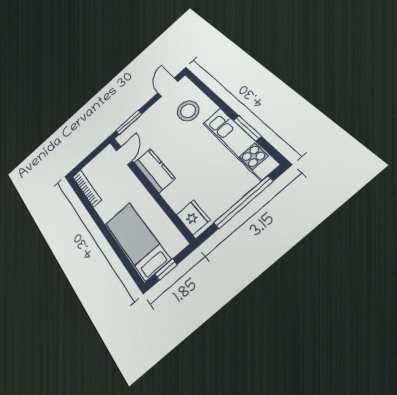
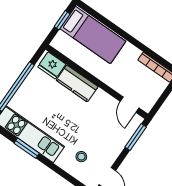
stool: (188, 111) -> (81, 157), width x0.53, depth x0.53
kitchen counter: (154, 170) -> (77, 83), moved

